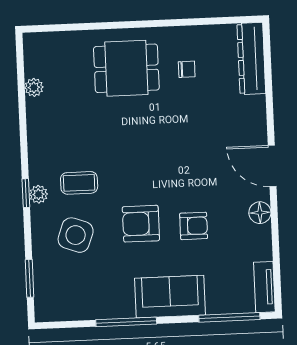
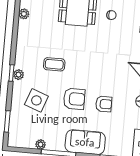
coffee table: (79, 183) -> (54, 64), moved
armchair: (141, 224) -> (74, 99), turned 180
plant: (93, 311) -> (41, 144), added

